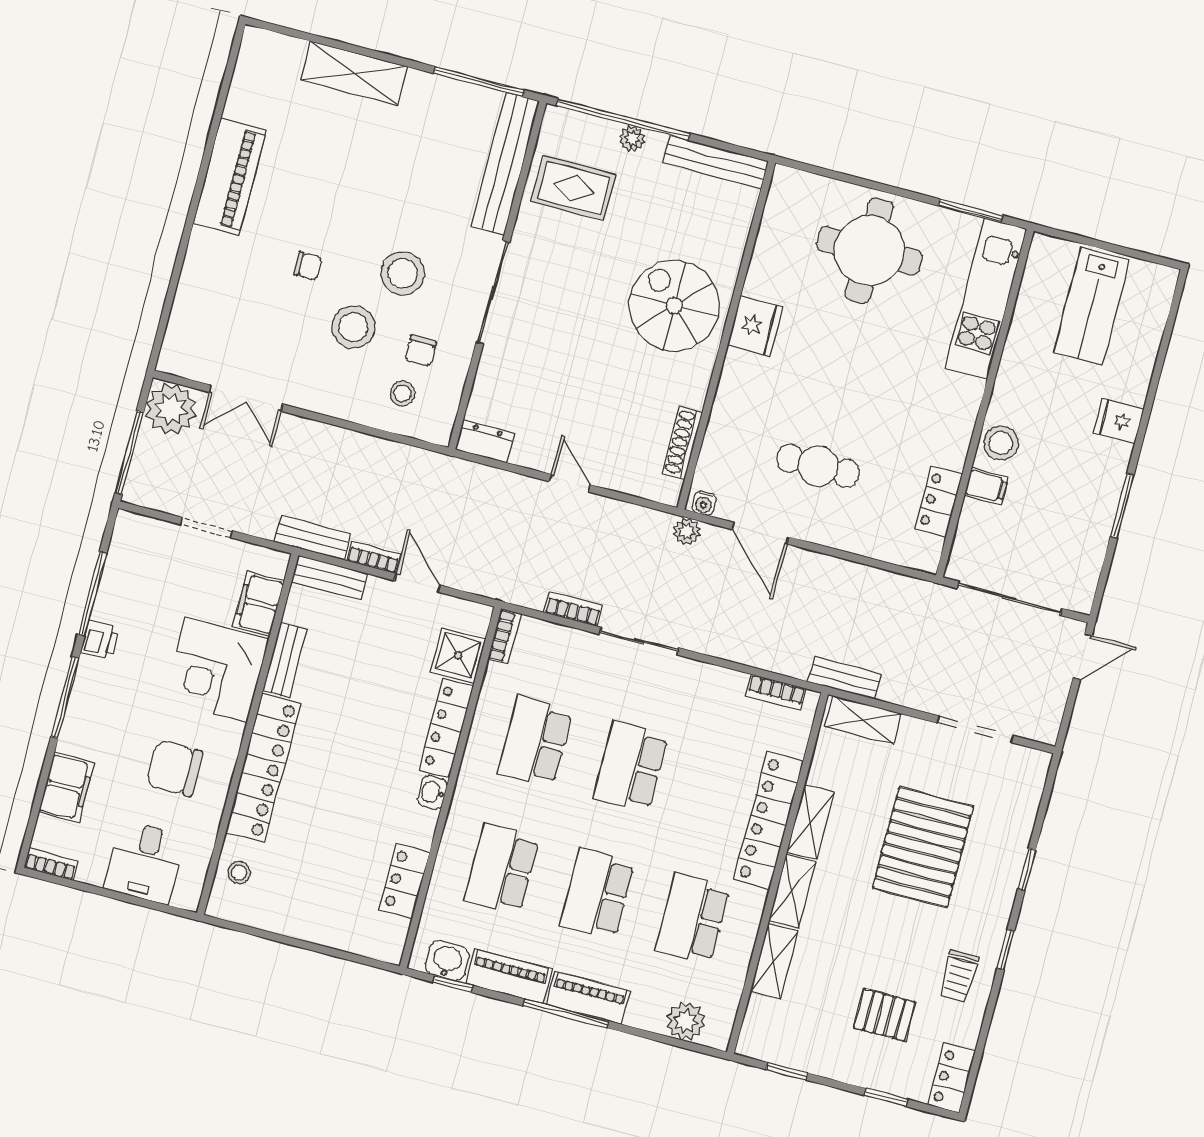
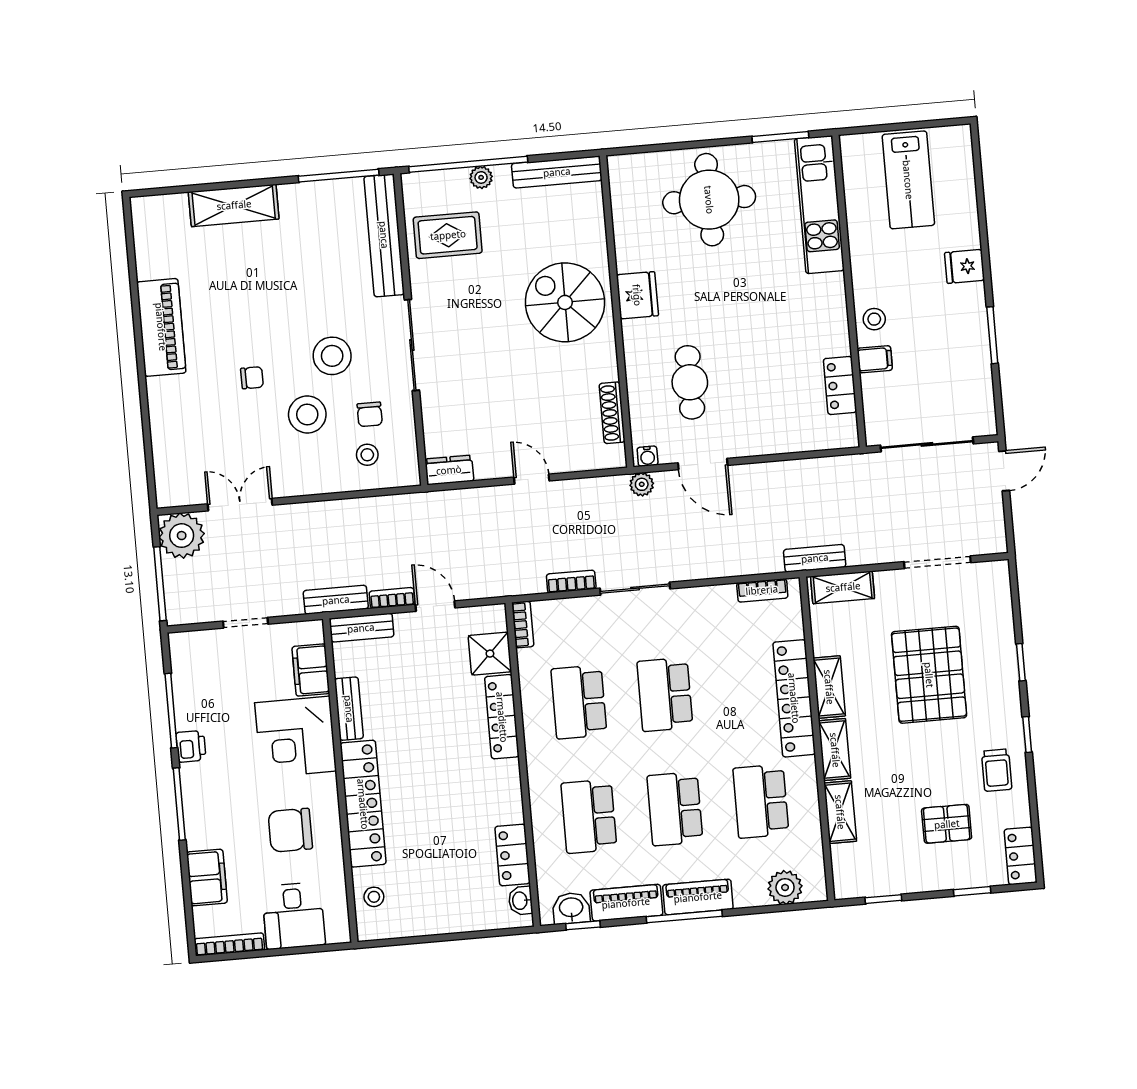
double door: (246, 398) -> (240, 505), swing flipped
stool: (1001, 443) -> (874, 319), width x0.73, depth x0.73
cafe table: (818, 466) -> (690, 382), moved, turned 90
washbasin: (432, 792) -> (520, 901), moved
bookcase: (51, 864) -> (229, 944), width x1.56

